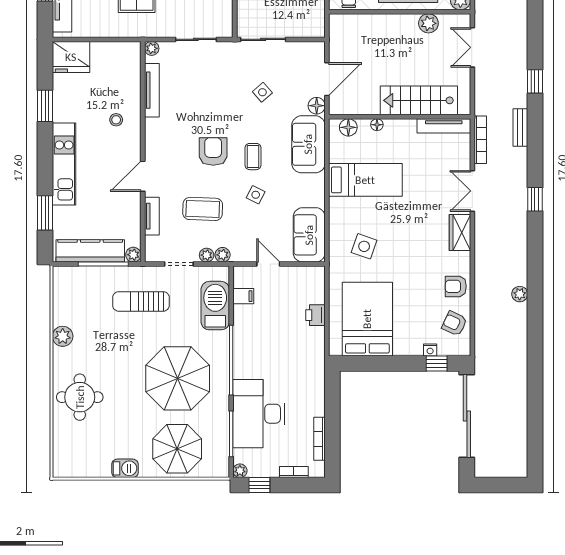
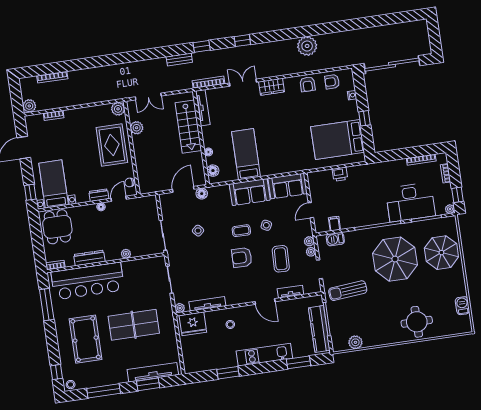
fridge: (71, 57) -> (193, 324), moved, turned 90
door: (327, 79) -> (183, 189), hinge flipped
window: (535, 81) -> (202, 46), moved
bench: (520, 128) -> (179, 60), moved
sofa: (308, 144) -> (250, 192), moved
double door: (472, 191) -> (243, 83), swing flipped
side table: (364, 246) -> (290, 149), removed
plant: (133, 255) -> (318, 300), removed
plant: (520, 294) -> (307, 46), width x1.87, depth x1.87
sun lounger: (141, 301) -> (348, 291), turned 85
barbecue: (215, 306) -> (335, 239), width x0.53, depth x0.65
armchair: (454, 323) -> (332, 82), turned 65
plant: (63, 336) -> (355, 342), moved
window: (437, 364) -> (364, 118), moved
barbecue: (125, 468) -> (462, 306), moved

